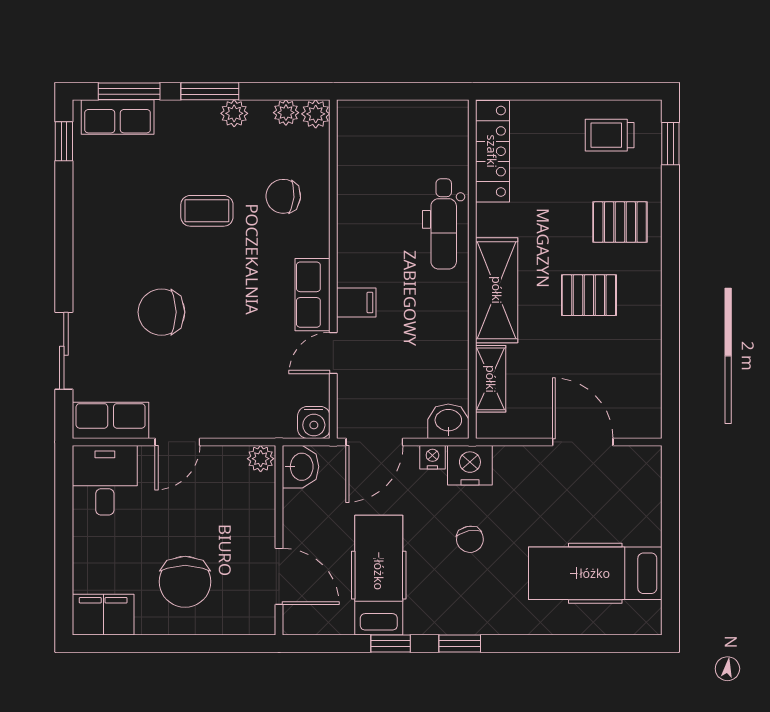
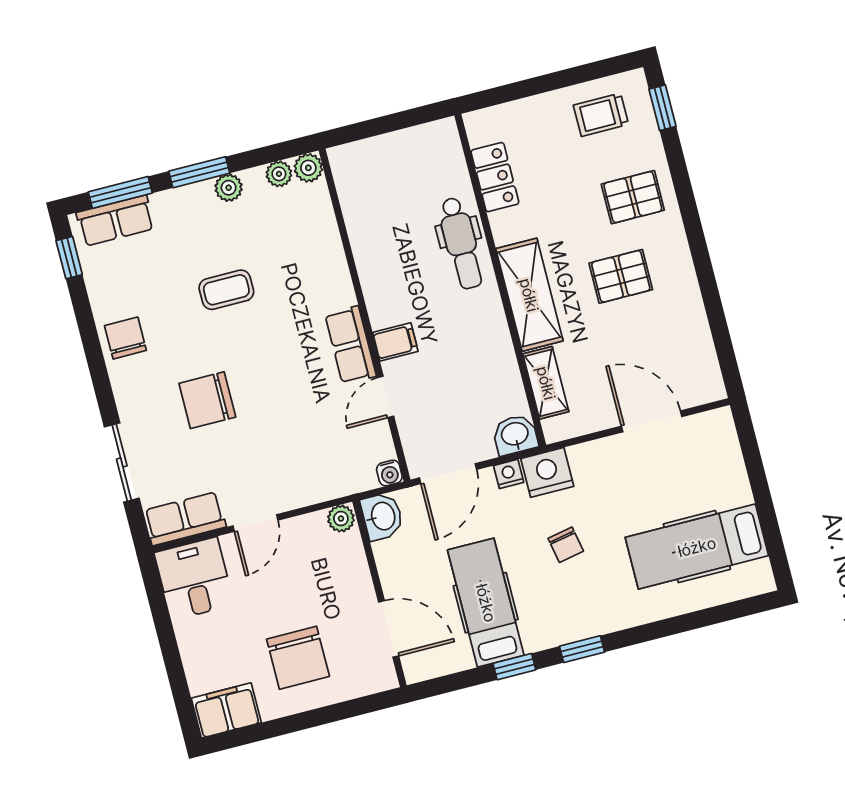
locker: (492, 151) -> (495, 177), width x0.66
chair: (283, 196) -> (125, 338), moved, turned 85
water cooler: (314, 422) -> (389, 473), width x0.72, depth x0.72

